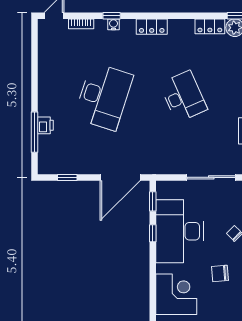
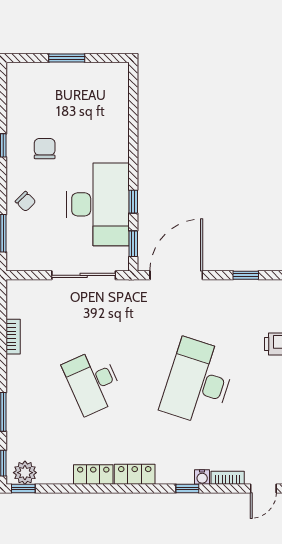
water cooler: (113, 24) -> (202, 477), moved
locker: (210, 26) -> (93, 475), moved
sliding door: (211, 177) -> (84, 275), moved
chair: (220, 273) -> (45, 149), turned -85
corner desk: (176, 294) -> (102, 121), removed

